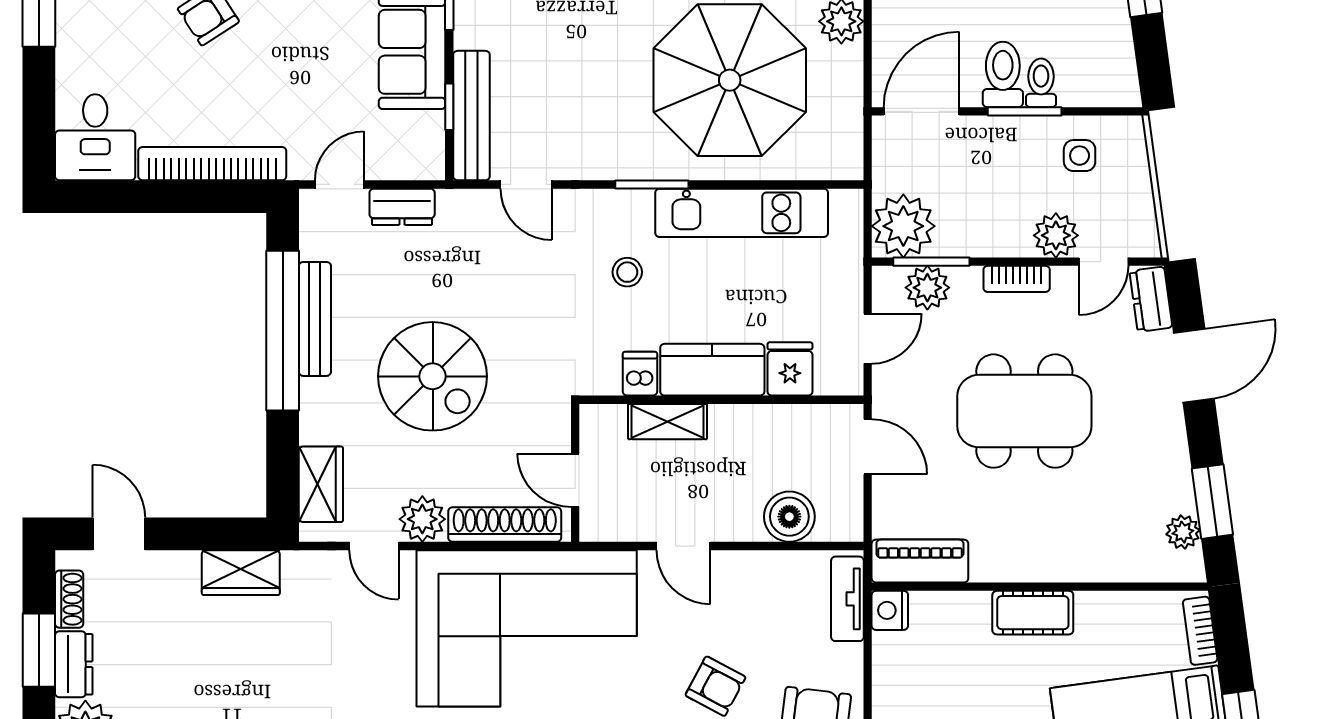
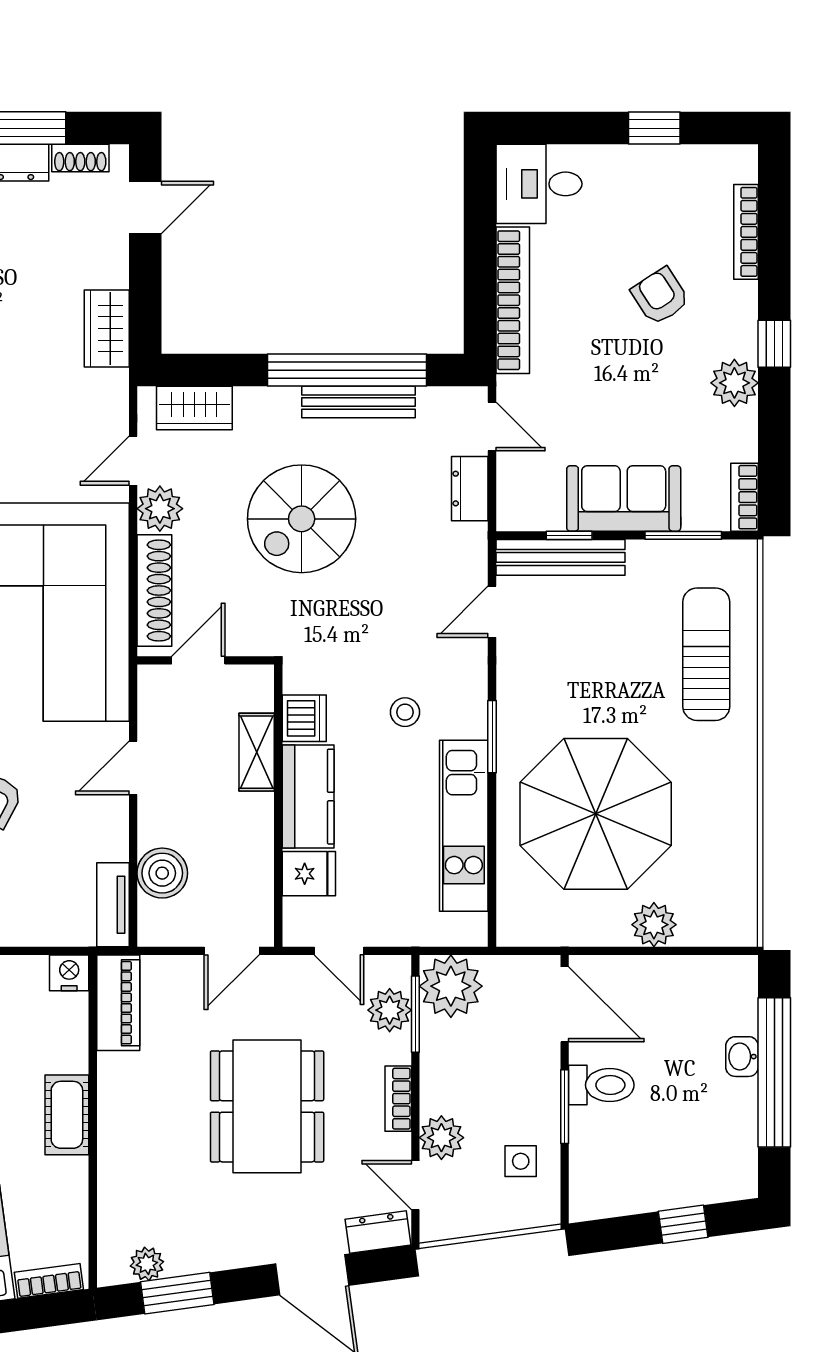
toilet: (1041, 83) -> (593, 1123), removed
dishwasher: (640, 374) -> (304, 718), width x1.38
tv unit: (847, 599) -> (113, 905), moved, turned -90

